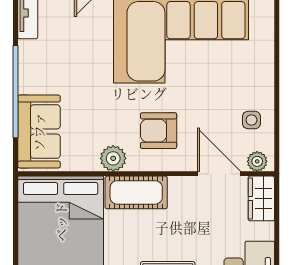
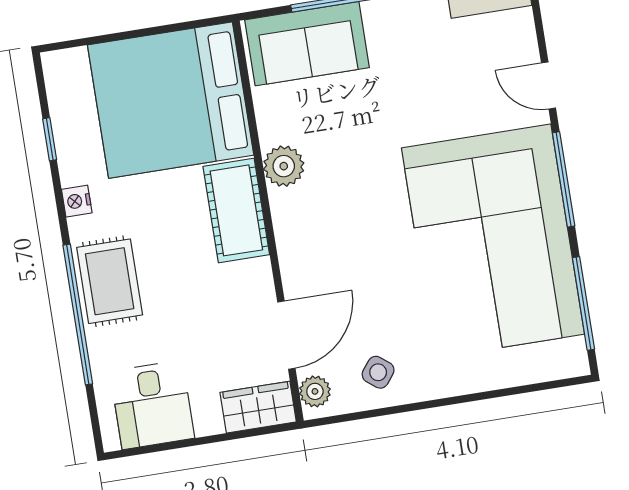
side table: (251, 120) -> (378, 372), turned 38
armchair: (159, 131) -> (338, 230), removed

